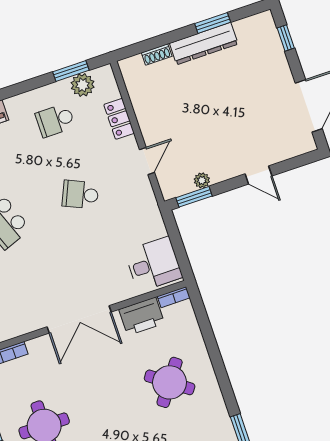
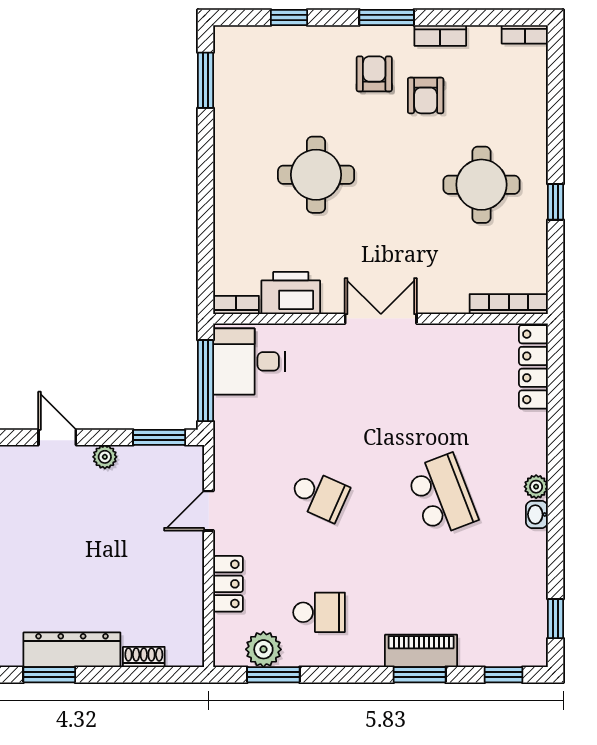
plant: (202, 180) -> (105, 457), moved
window: (177, 243) -> (206, 381), added
double door: (79, 319) -> (381, 319), width x0.73
round table: (170, 382) -> (316, 175), moved, turned -36

